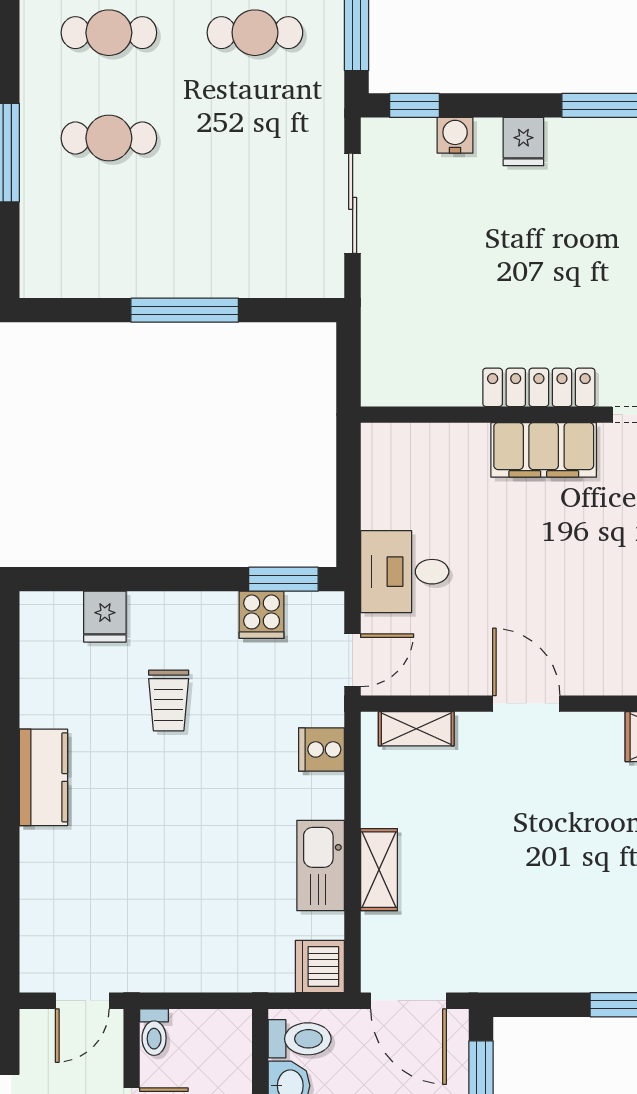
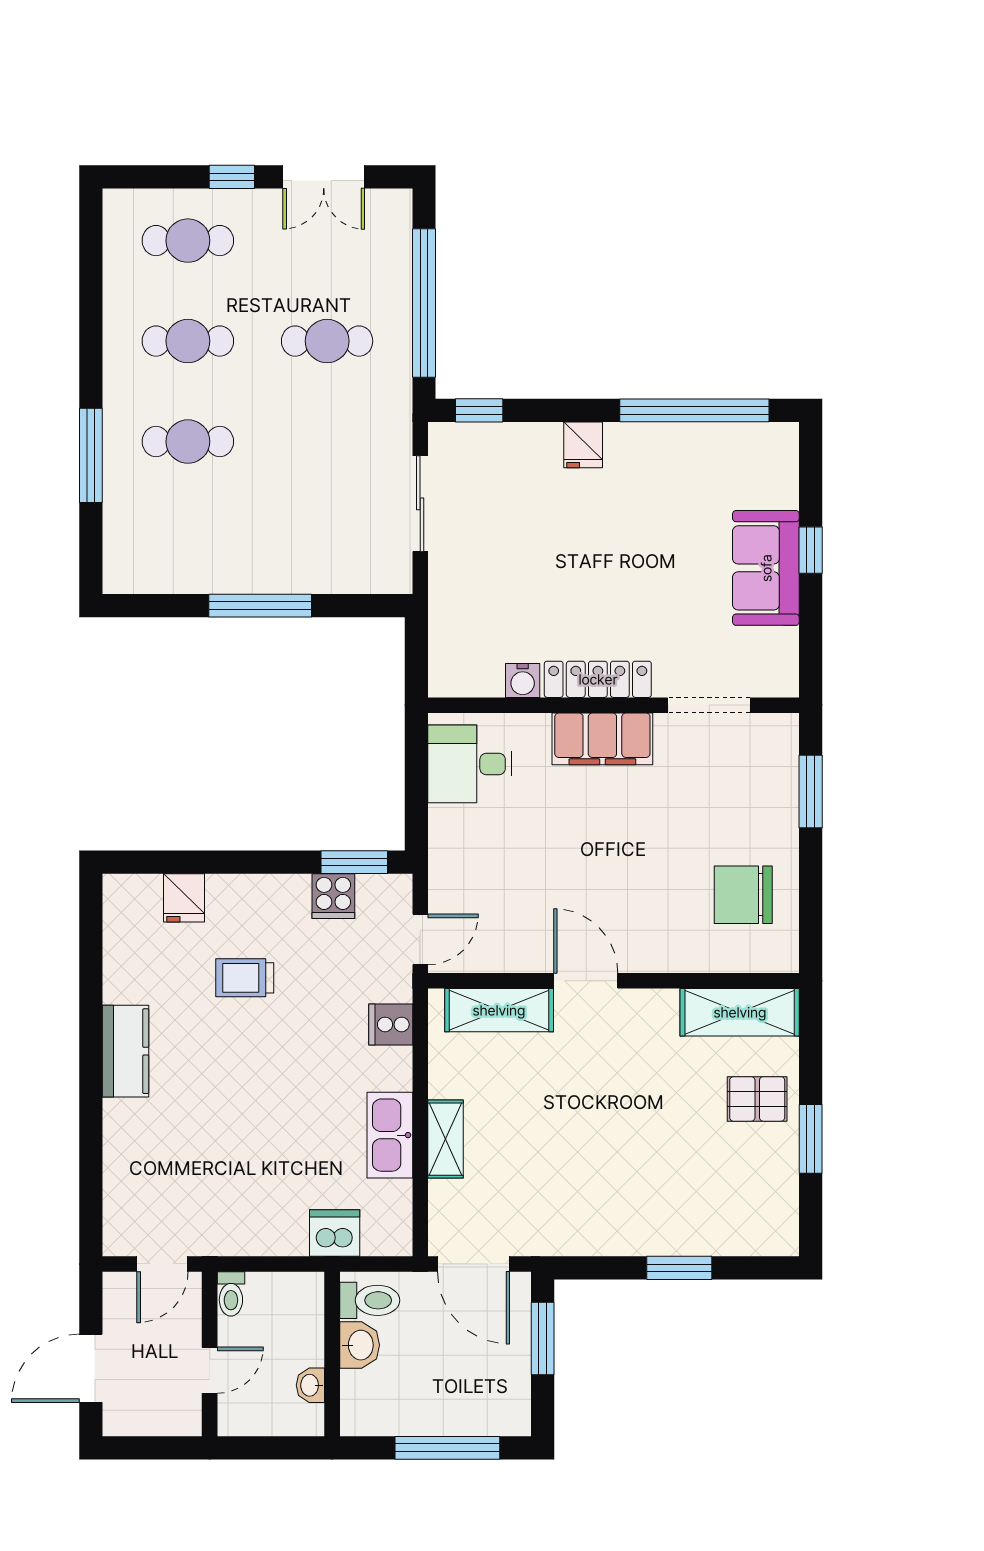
water cooler: (455, 135) -> (523, 680), moved, turned 180
desk: (405, 572) -> (470, 764), moved
trolley: (169, 700) -> (245, 978), turned 90
shelving: (416, 729) -> (499, 1010), width x1.50, depth x1.33
dishwasher: (320, 966) -> (335, 1233), moved, turned 90

